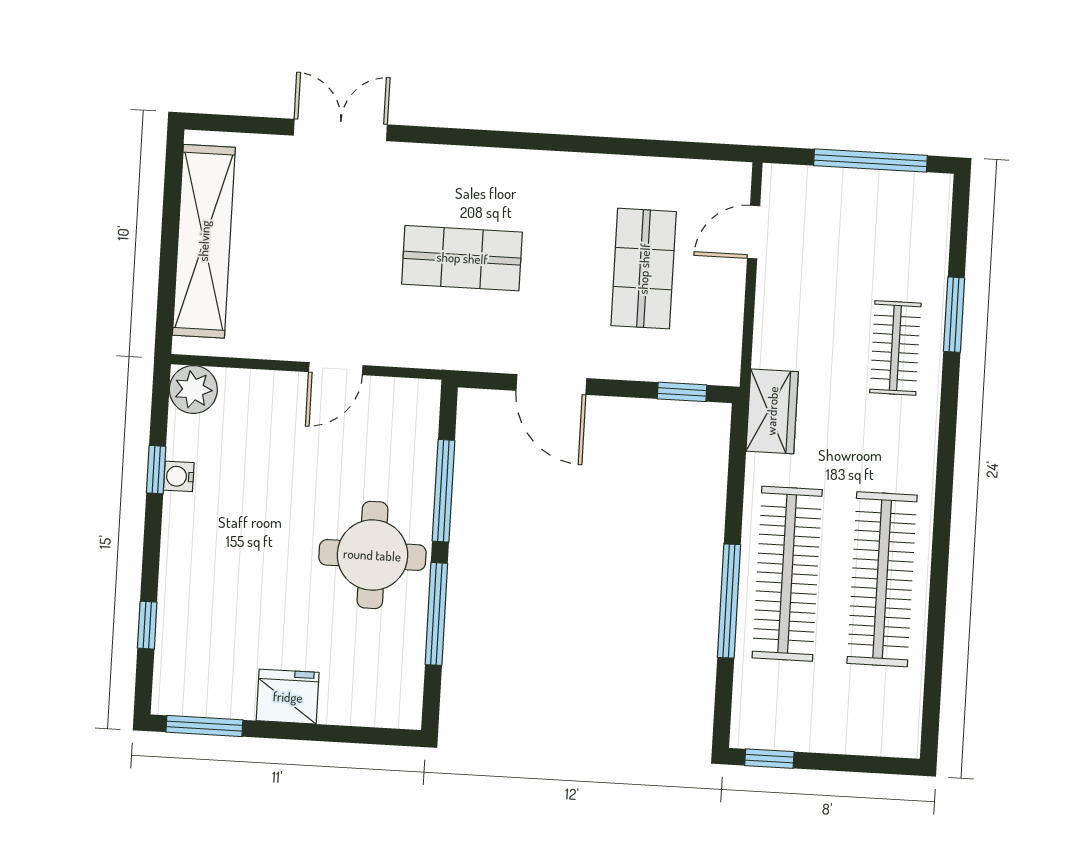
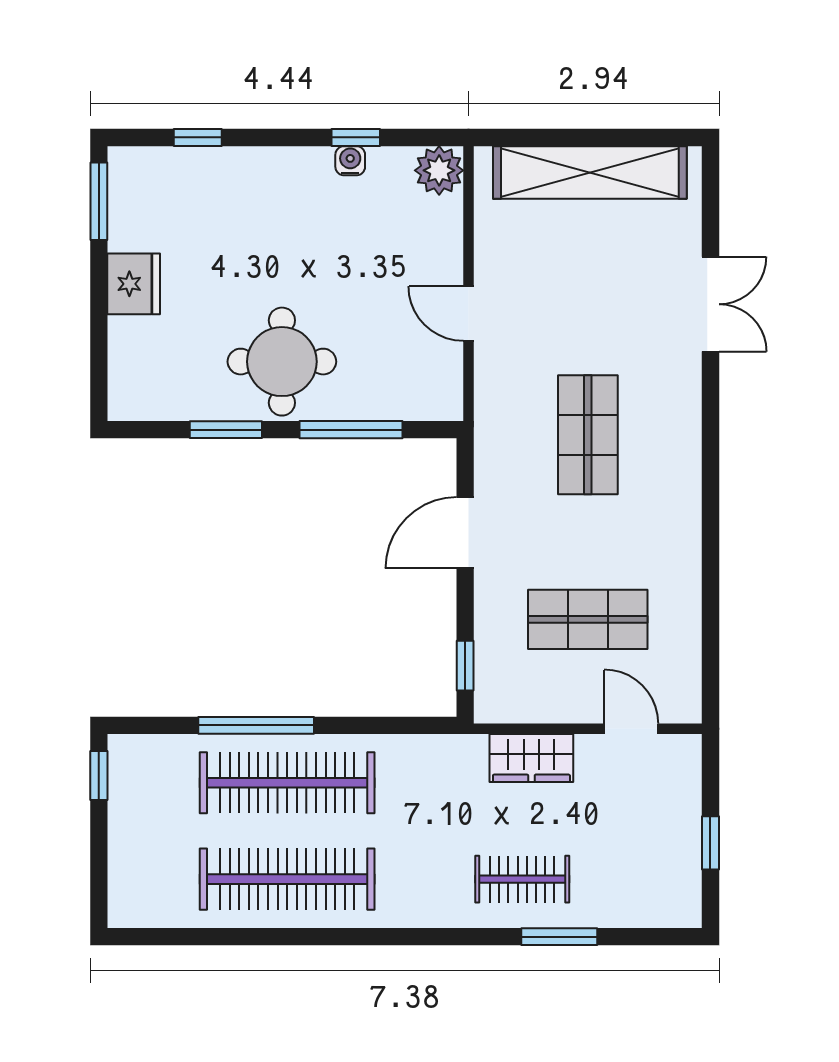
window: (870, 161) -> (710, 843), width x0.46
wardrobe: (772, 411) -> (531, 758), moved
window: (436, 614) -> (226, 430), width x0.69

